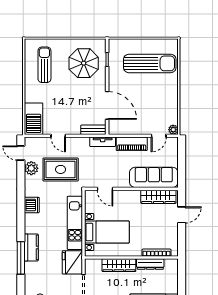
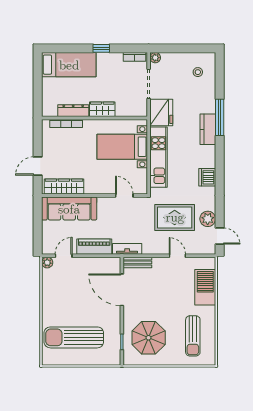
barbecue: (34, 119) -> (205, 287), moved
wardrobe: (119, 265) -> (102, 109), width x0.67

